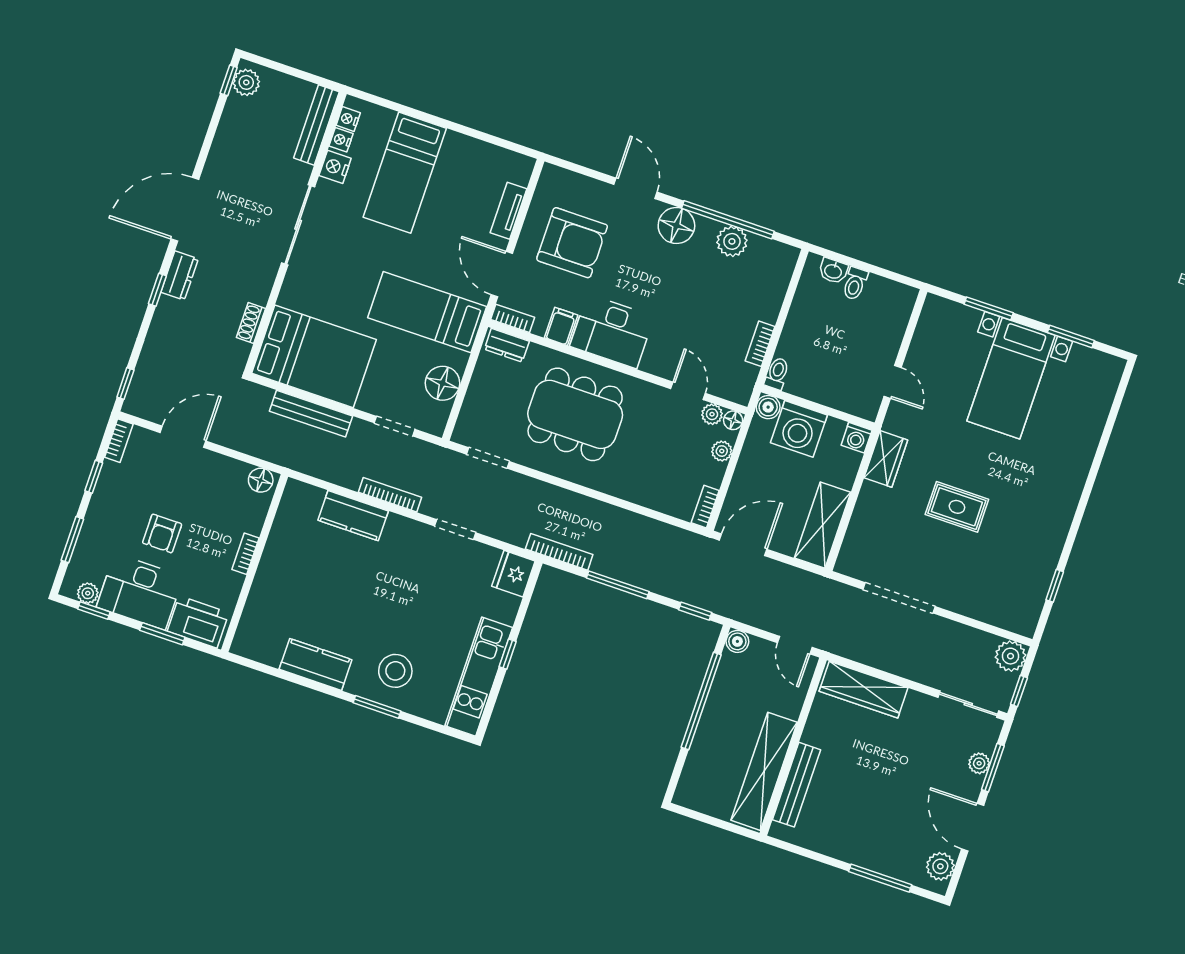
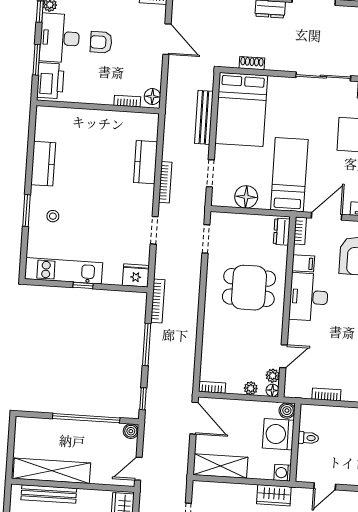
toilet: (777, 374) -> (308, 438), moved
dining table: (575, 414) -> (249, 288), width x0.73
bookcase: (245, 554) -> (127, 101), moved
stool: (395, 671) -> (53, 216), width x0.53, depth x0.53

